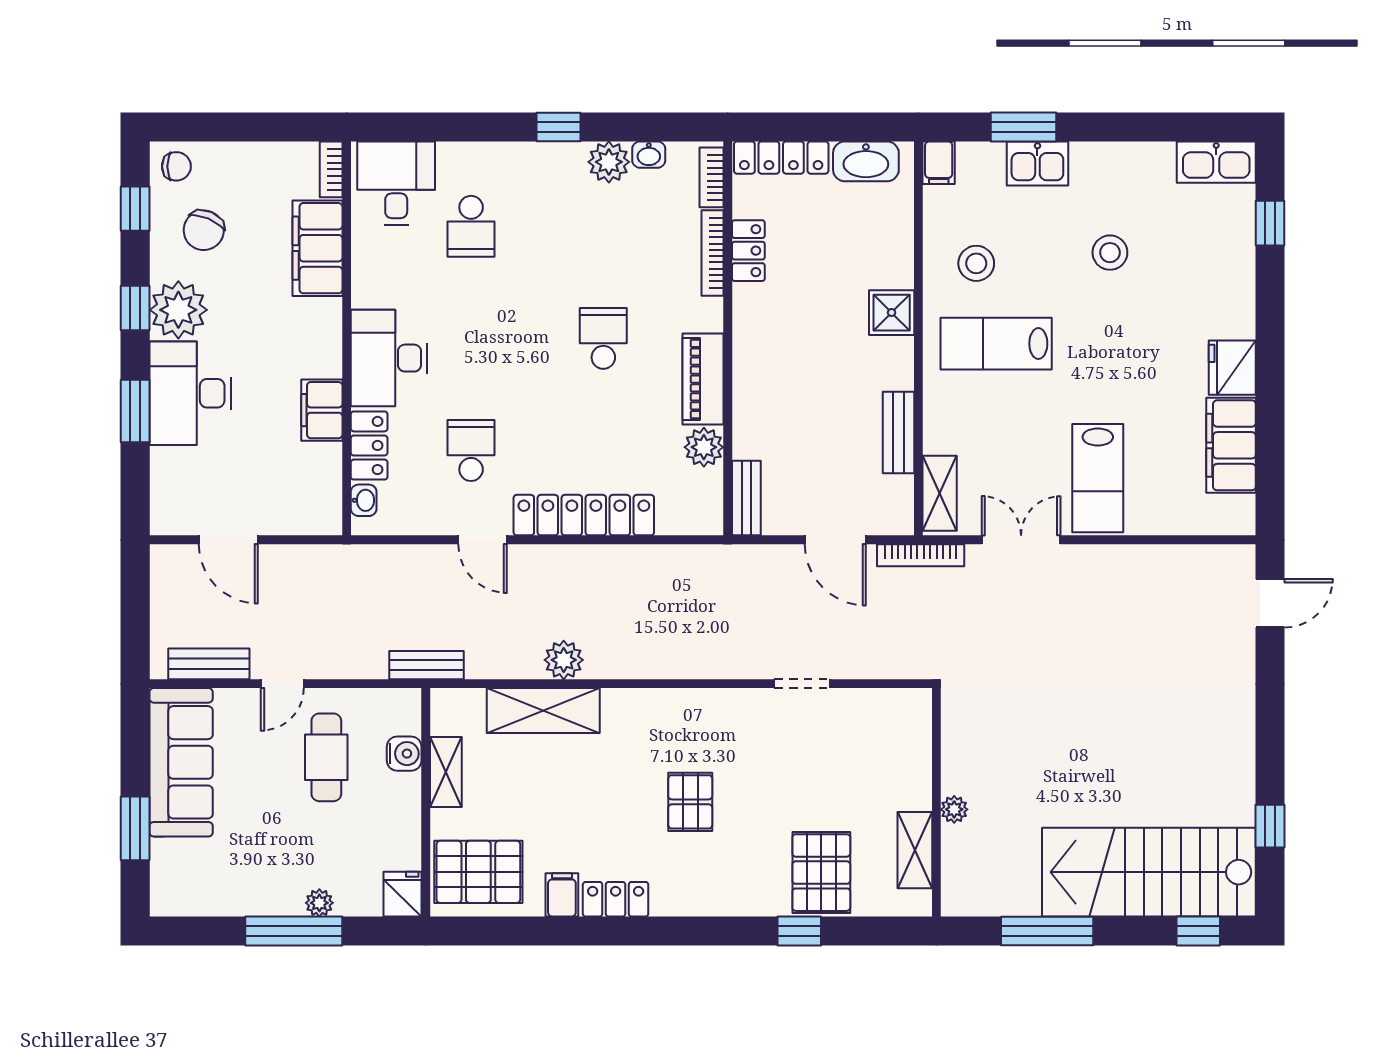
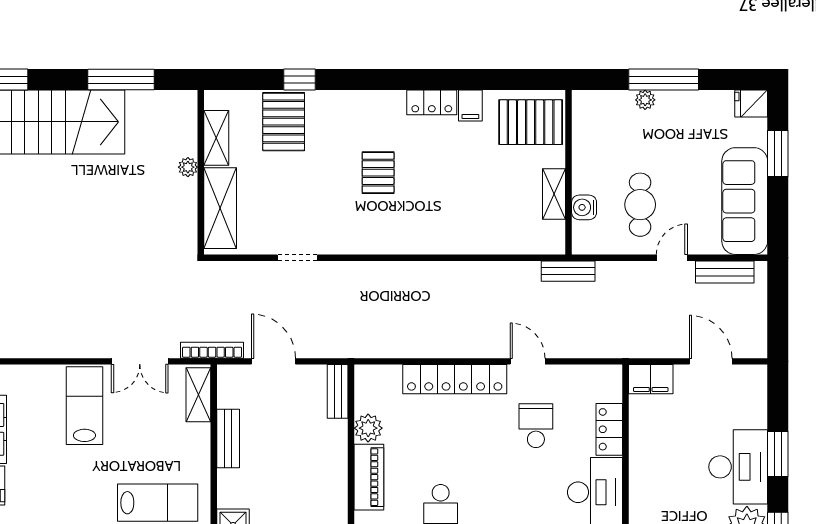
filing cabinet: (322, 410) -> (651, 379), moved, turned 90
school desk: (471, 451) -> (536, 426), turned 180
washbasin: (364, 500) -> (613, 390), removed
plant: (564, 660) -> (469, 275), removed
shelving: (543, 710) -> (220, 208), moved, turned 90
fridge: (402, 894) -> (751, 104), moved, turned 90

